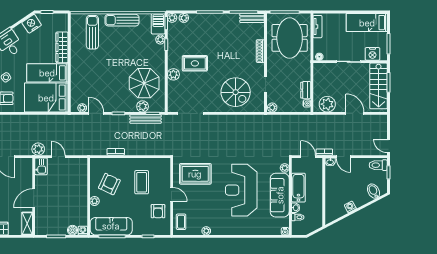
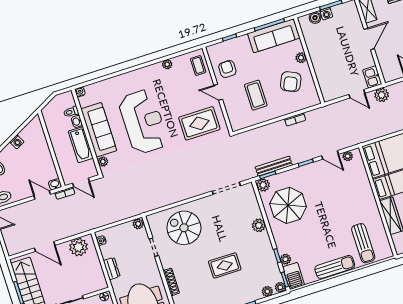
rug: (195, 63) -> (225, 265), moved
dresser: (306, 90) -> (112, 269), moved
plant: (143, 106) -> (263, 185), moved
washing machine: (83, 231) -> (326, 14), moved

